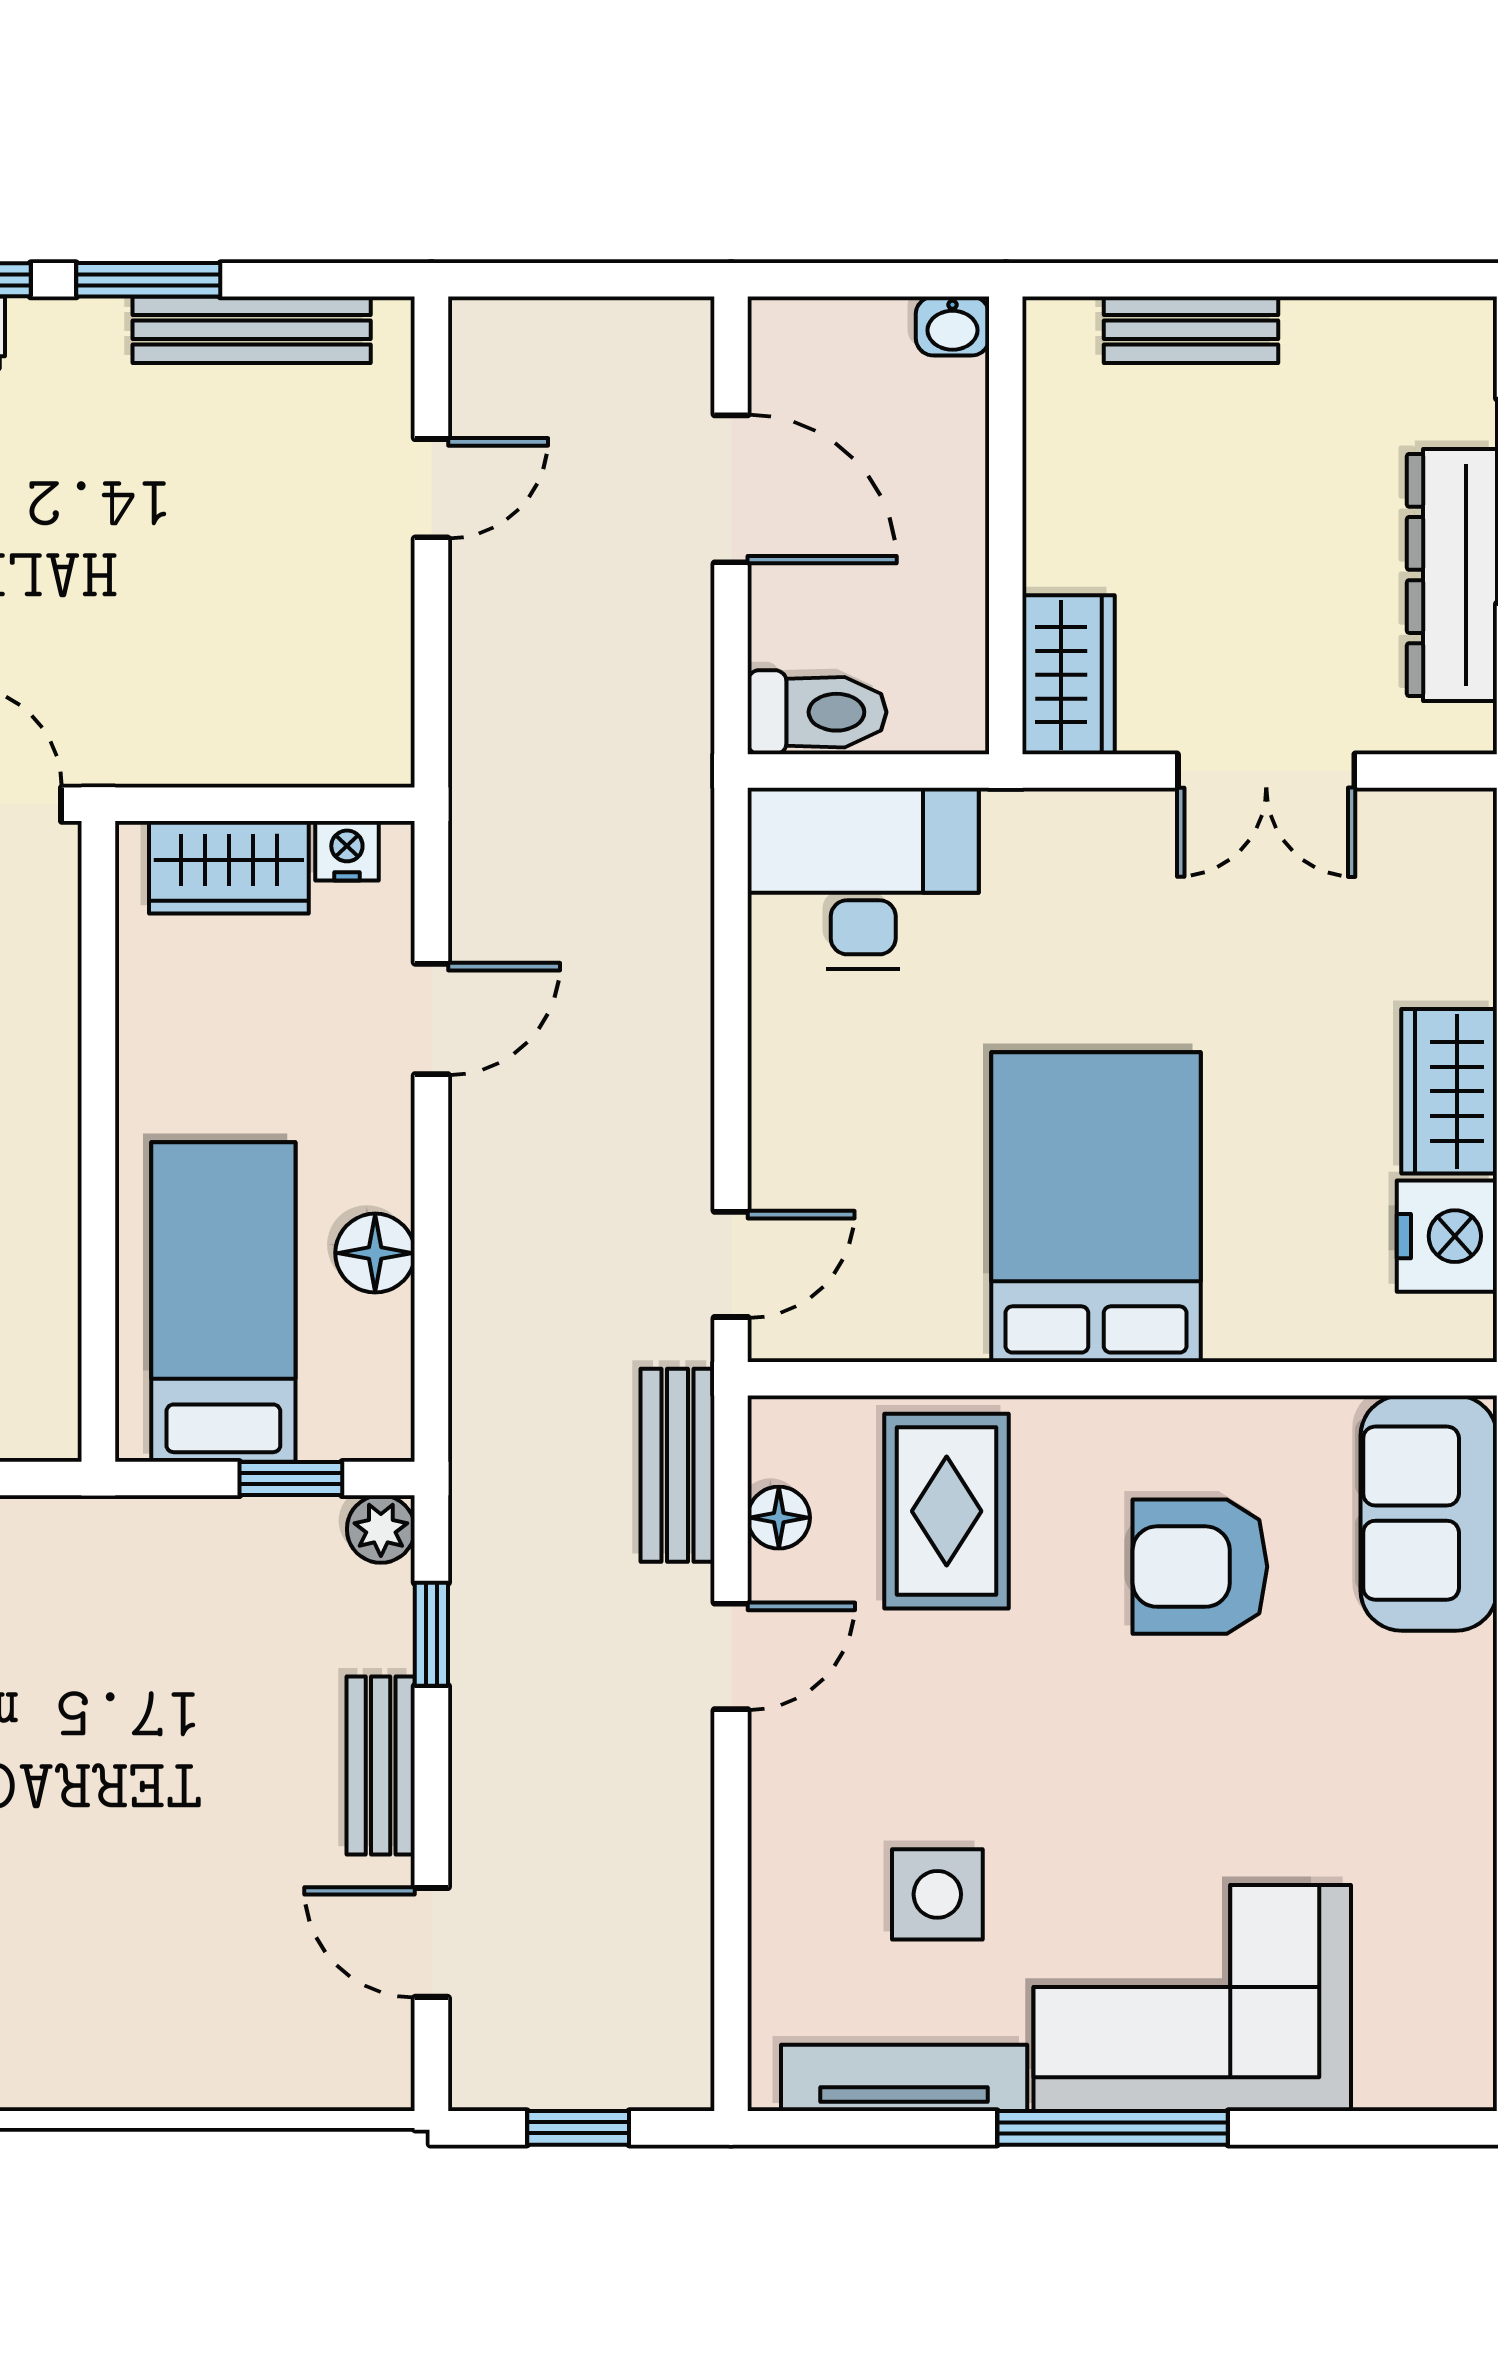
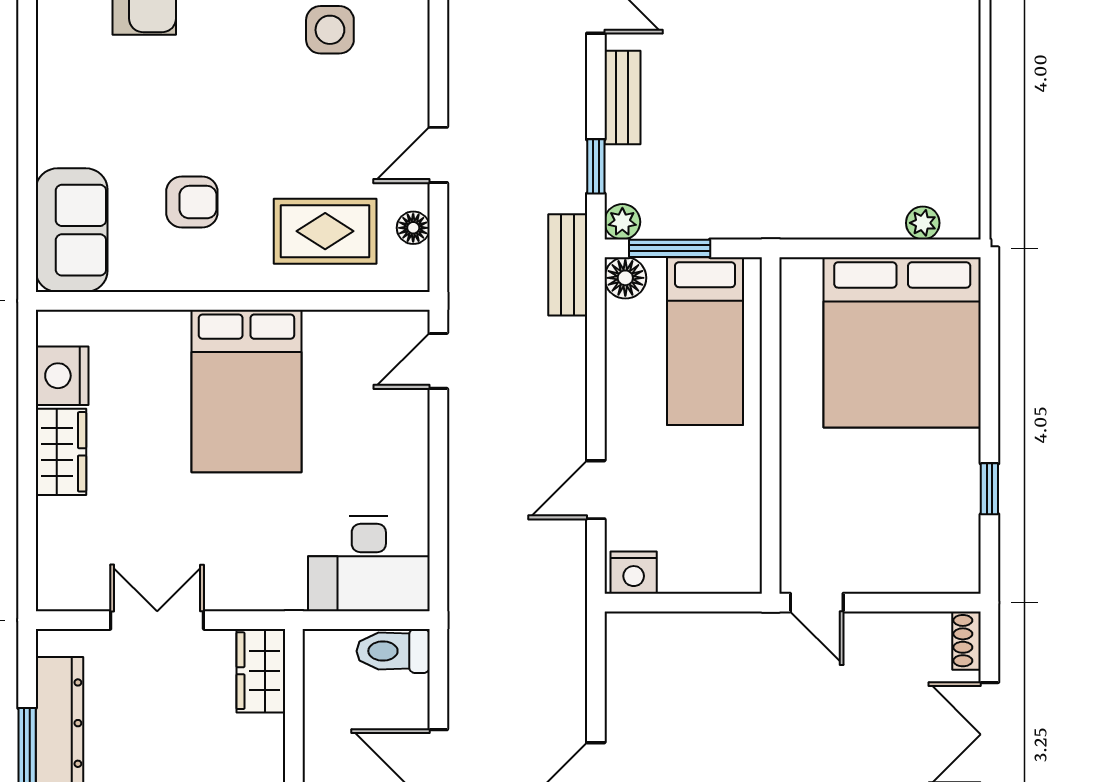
nightstand: (347, 851) -> (634, 573), width x1.39, depth x1.35
wardrobe: (229, 867) -> (702, 570), removed
floor lamp: (375, 1253) -> (625, 278), moved
bench: (678, 1465) -> (568, 265), moved
window: (291, 1479) -> (670, 248), width x1.50
rug: (947, 1511) -> (325, 231), turned 90
armchair: (1200, 1567) -> (192, 202), width x0.72, depth x0.72

